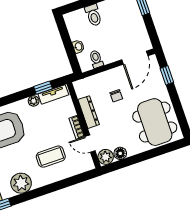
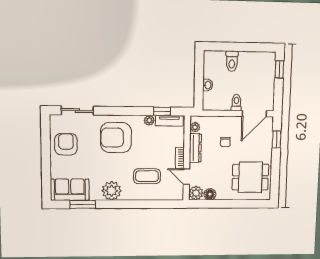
toilet: (96, 59) -> (236, 103), moved
plant: (81, 92) -> (195, 127), added
dining table: (155, 122) -> (250, 177), width x0.73

